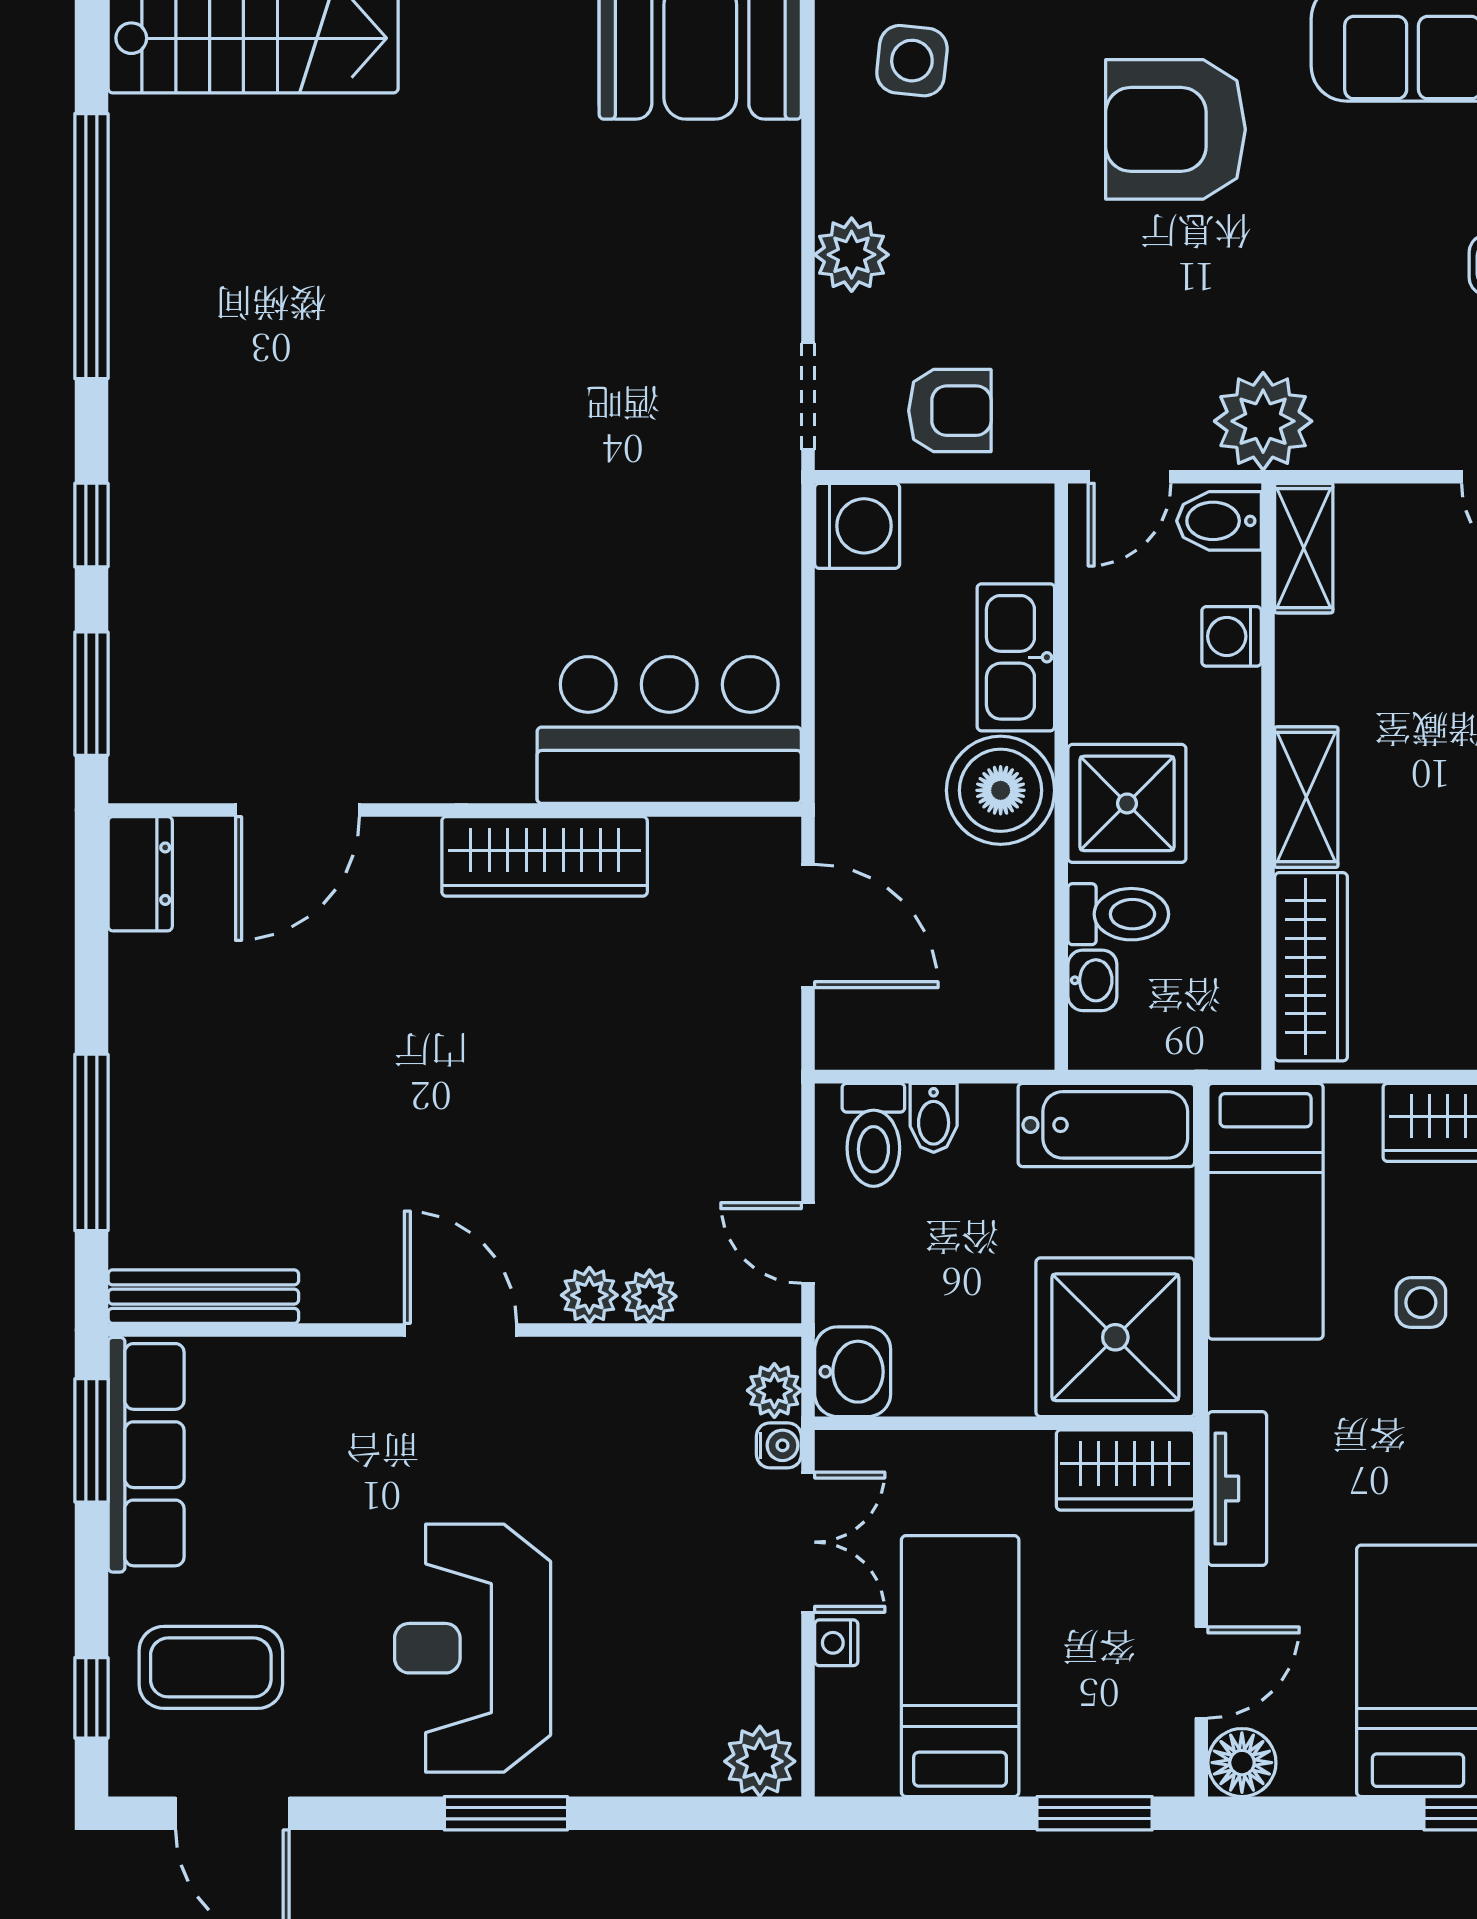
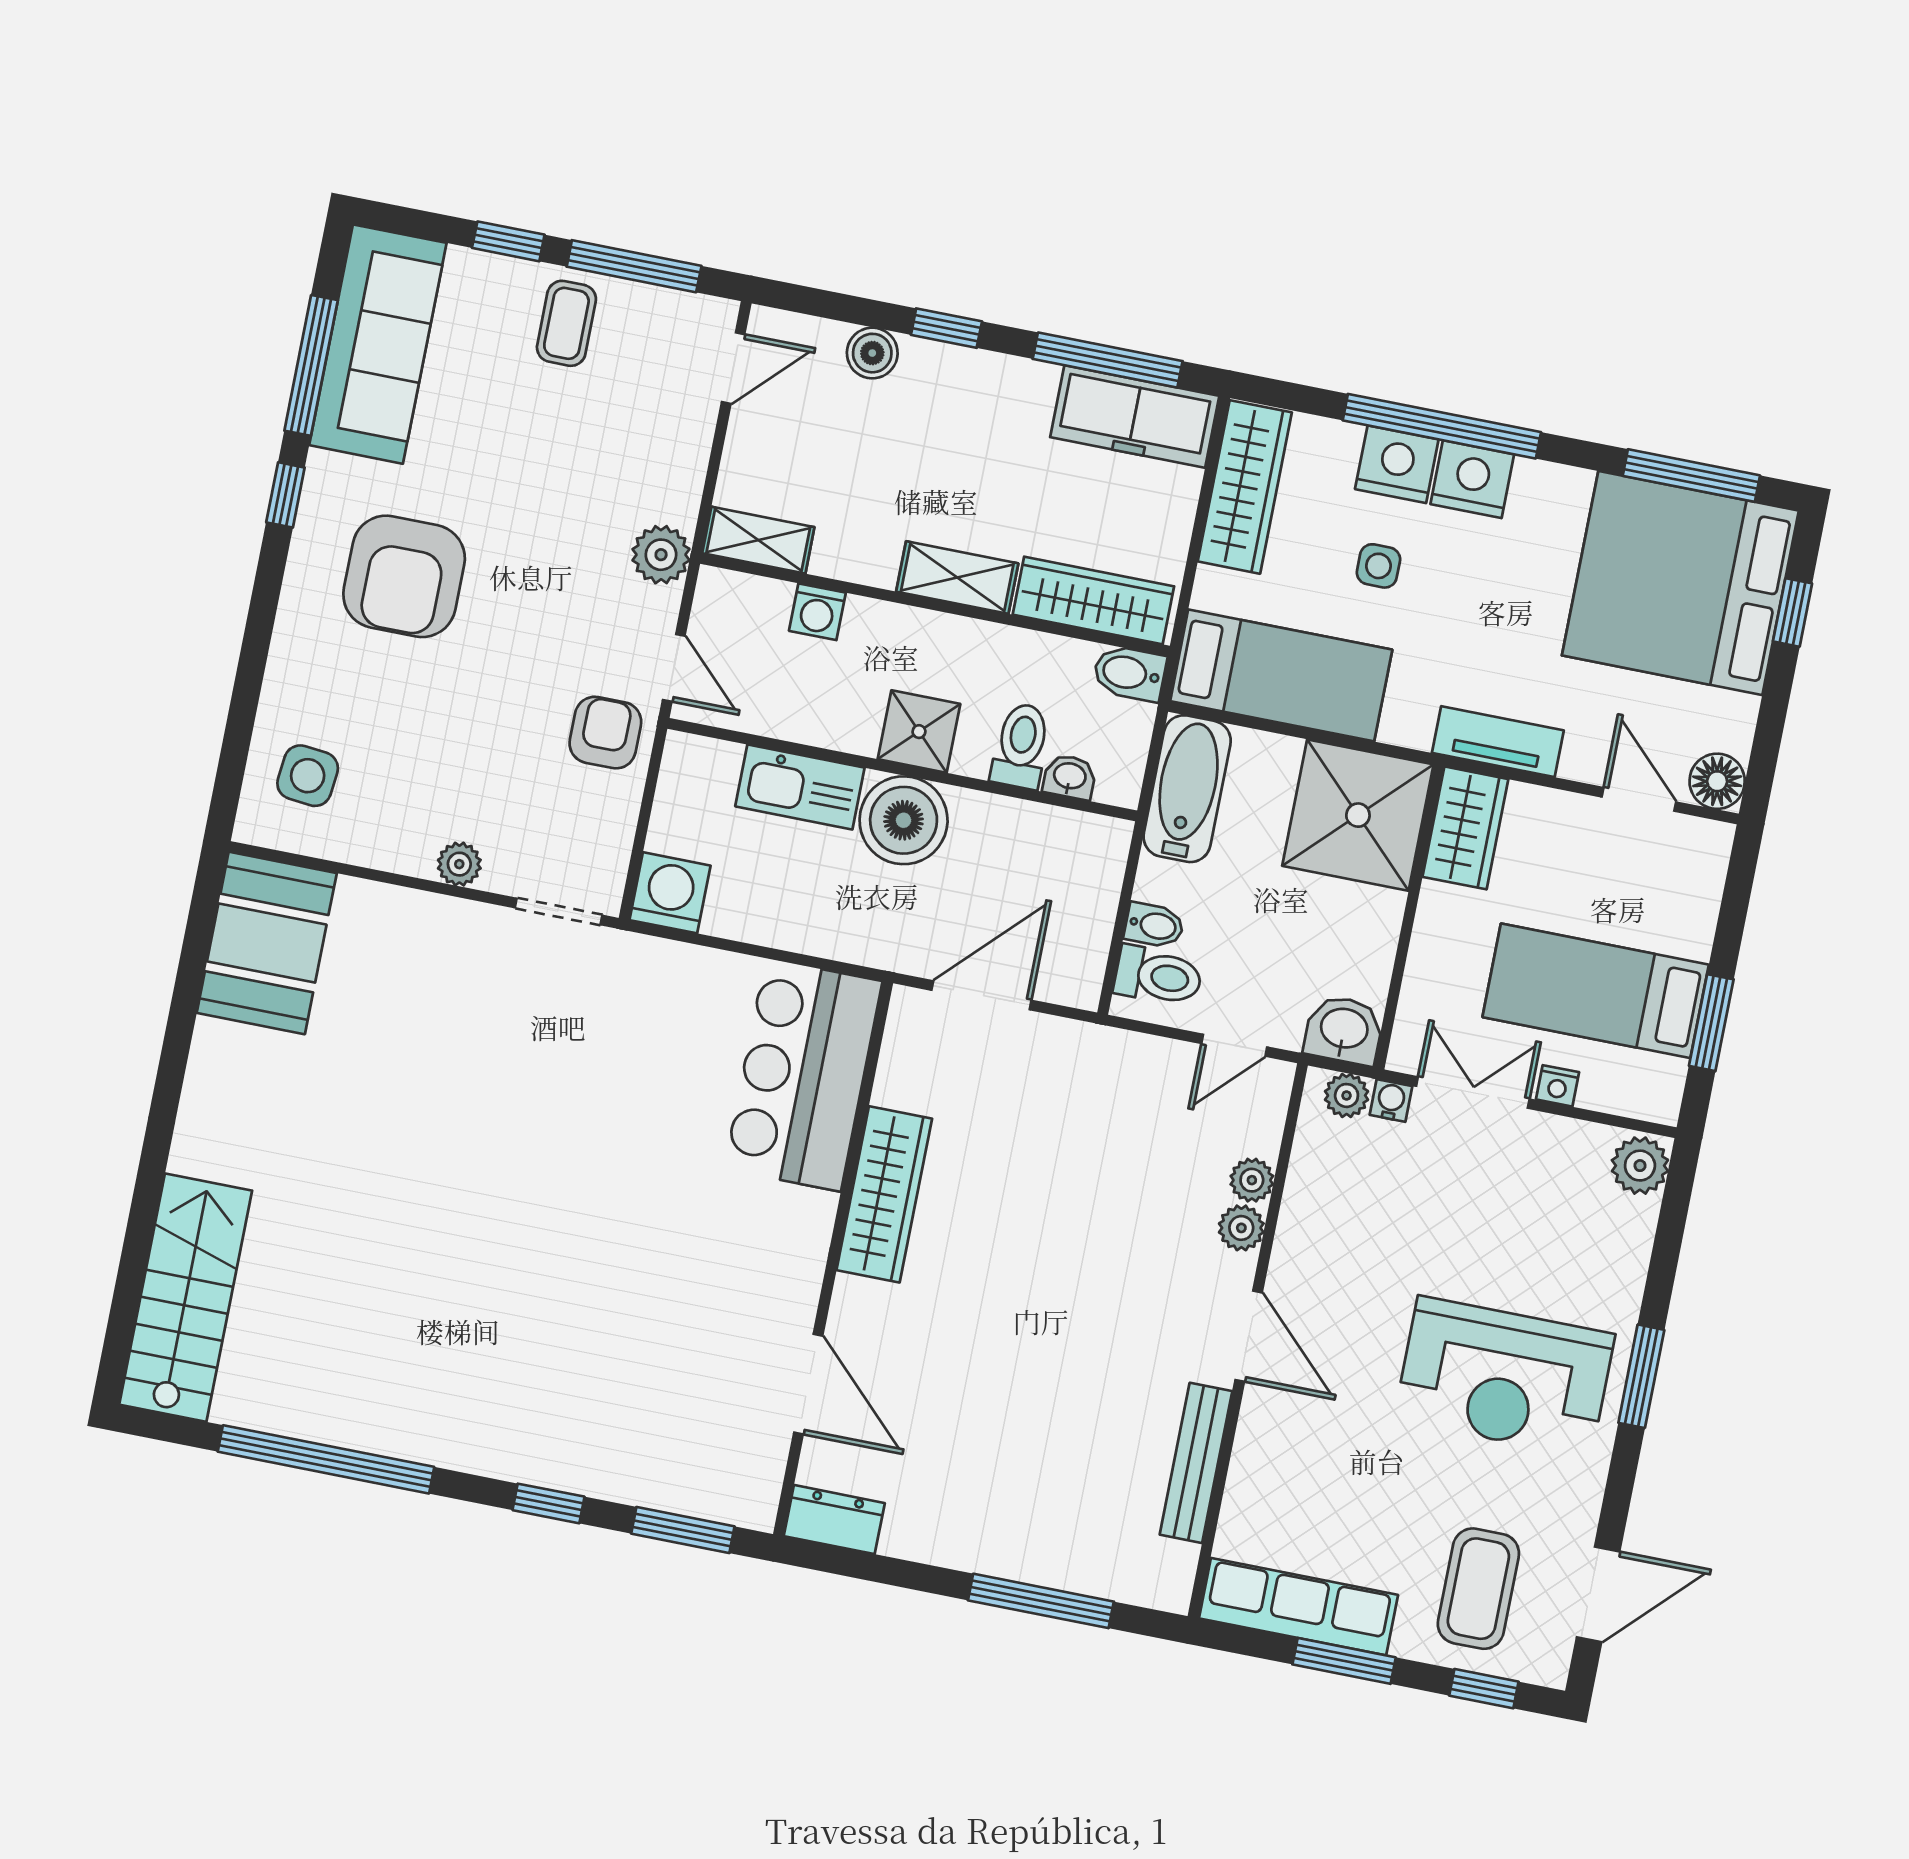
plant: (852, 255) -> (459, 864), width x0.73, depth x0.73
armchair: (950, 411) -> (605, 733), moved
plant: (1263, 421) -> (661, 555), width x0.73, depth x0.73
bidet: (1219, 521) -> (1129, 673), moved, turned 90
shower: (1127, 803) -> (919, 732), width x0.73, depth x0.73
bench: (203, 1297) -> (1196, 1463), moved
door: (460, 1330) -> (1249, 1336), swing flipped
window: (91, 1440) -> (1344, 1661), moved
window: (1095, 1813) -> (1711, 1023), moved

